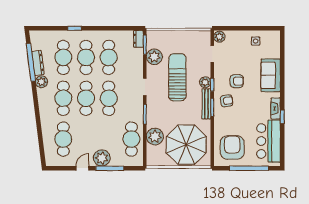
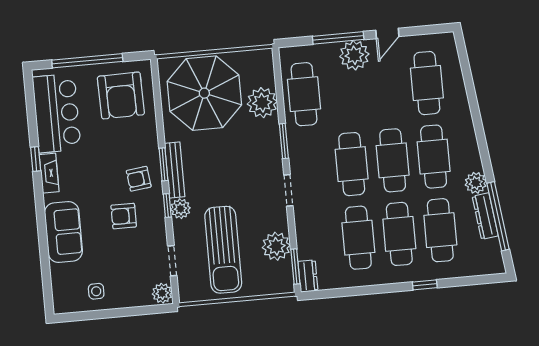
sun lounger: (177, 77) -> (223, 250), moved

